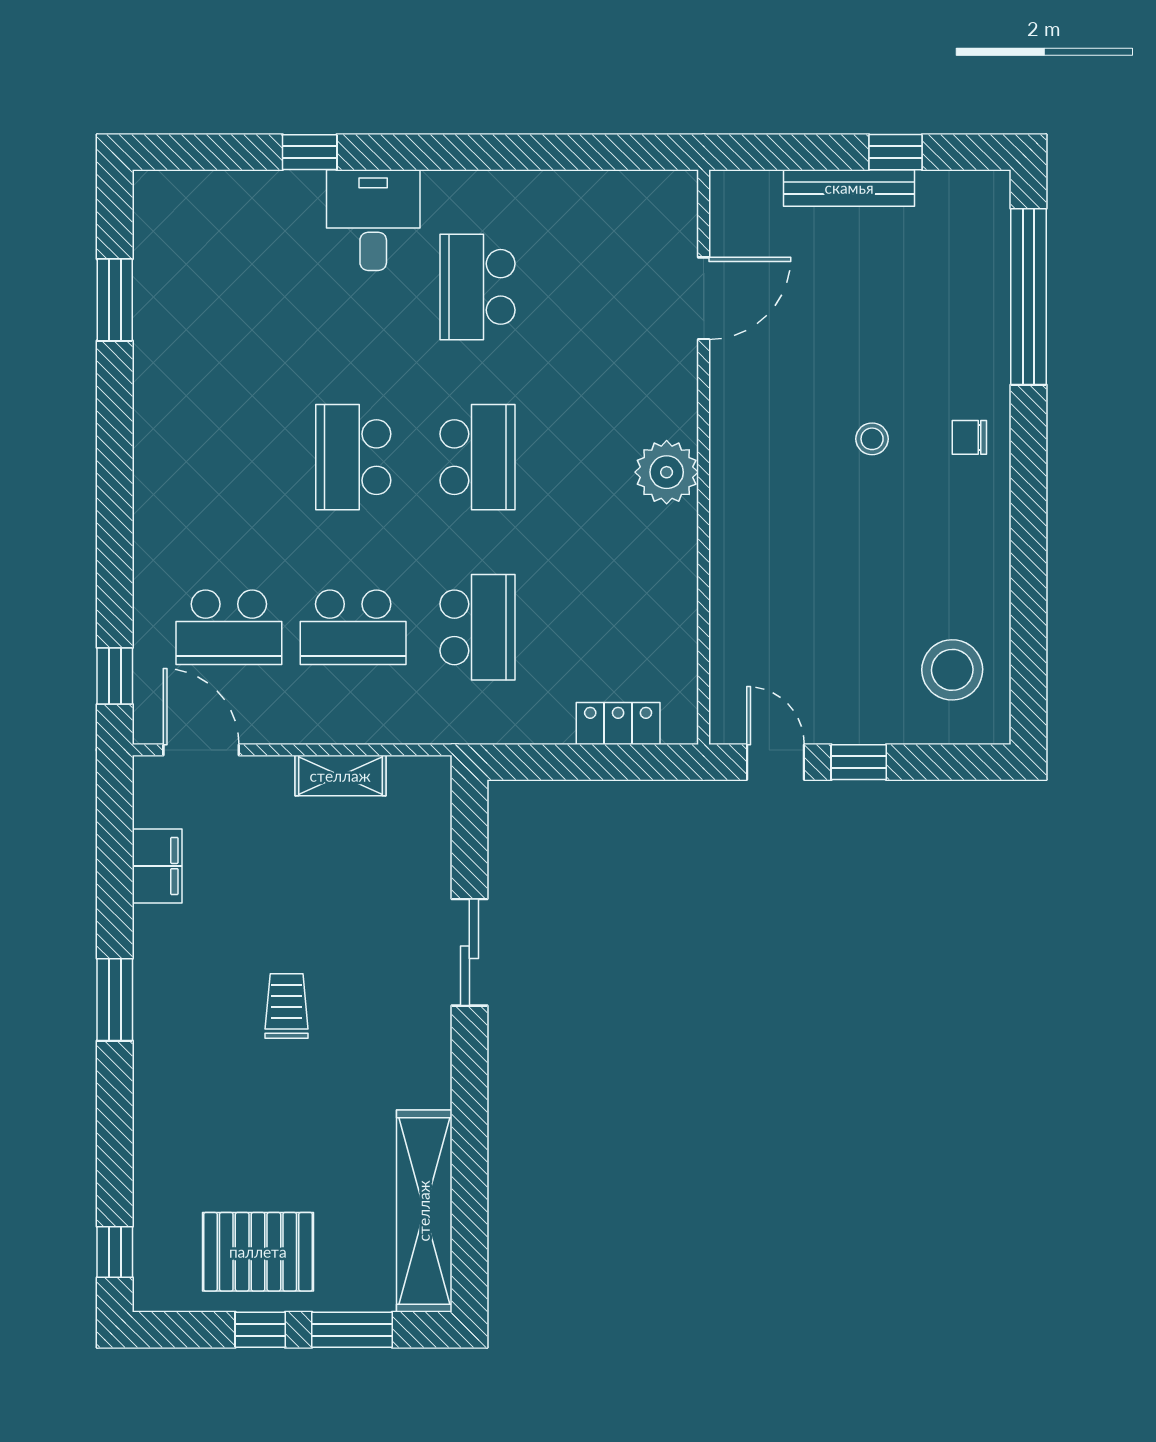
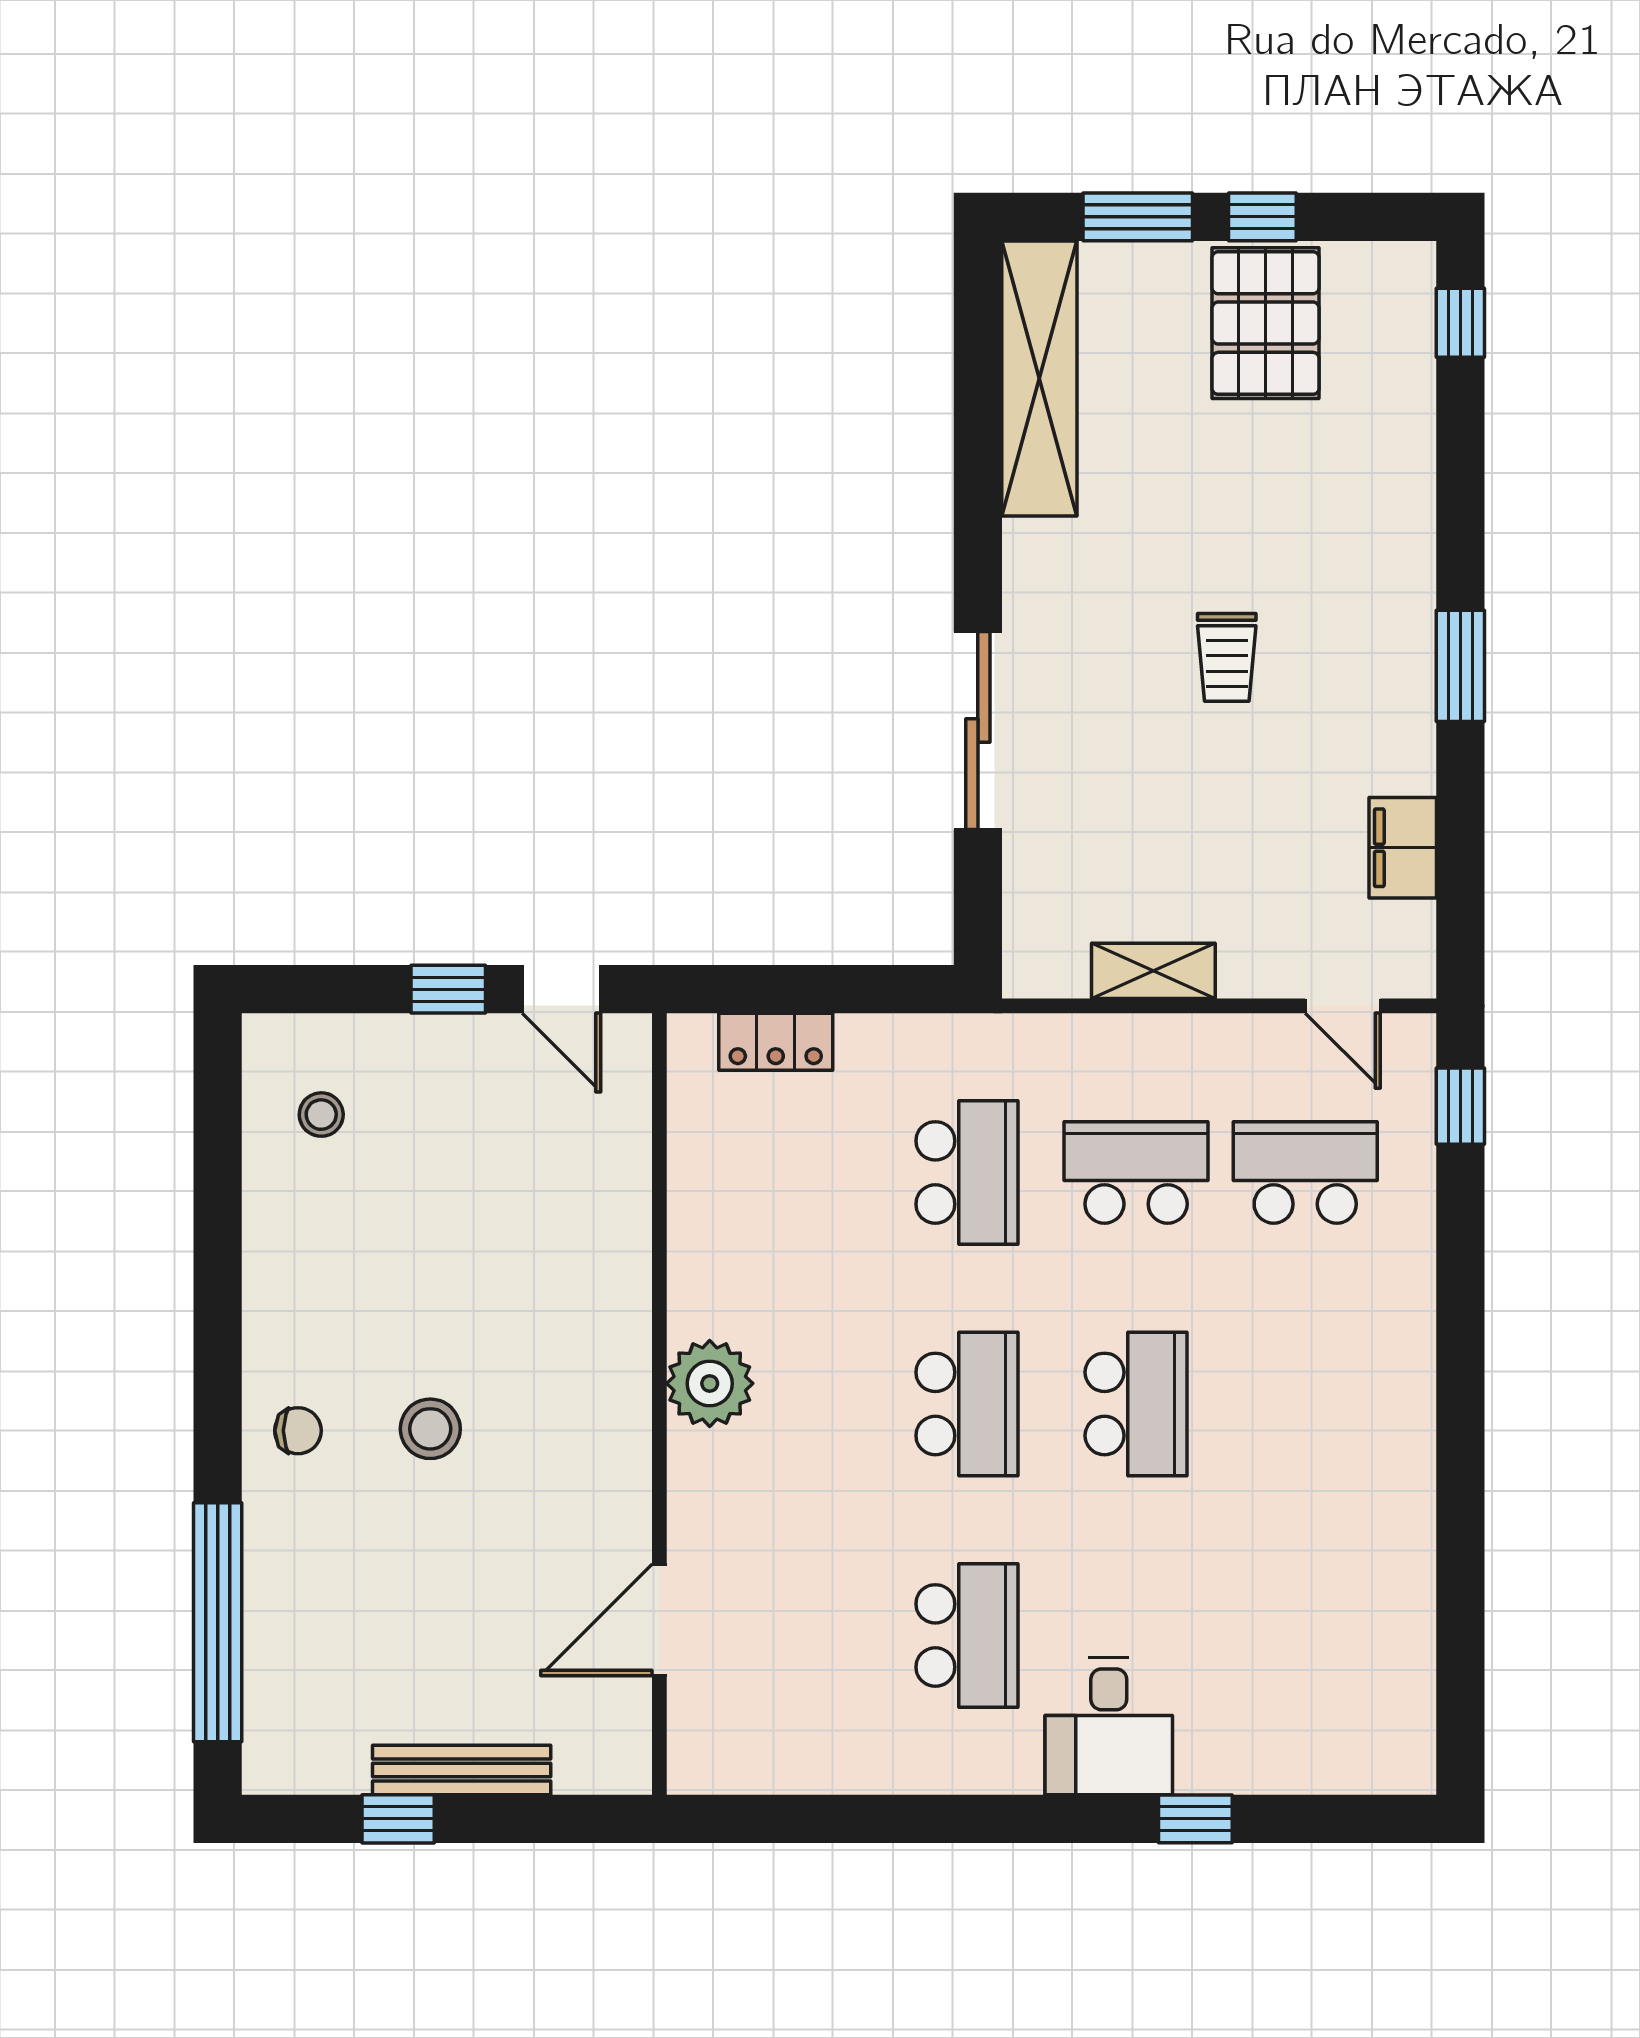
window: (115, 300) -> (1460, 1618), removed
stool: (872, 439) -> (430, 1429), width x1.37, depth x1.37
school desk: (478, 457) -> (967, 1404), turned 180
school desk: (478, 627) -> (967, 1172), turned 180
stool: (952, 670) -> (321, 1115), width x0.53, depth x0.53
door: (201, 750) -> (1343, 1006), width x0.73
sliding door: (469, 952) -> (978, 730), width x1.37
pallet: (258, 1252) -> (1266, 323), turned 90

